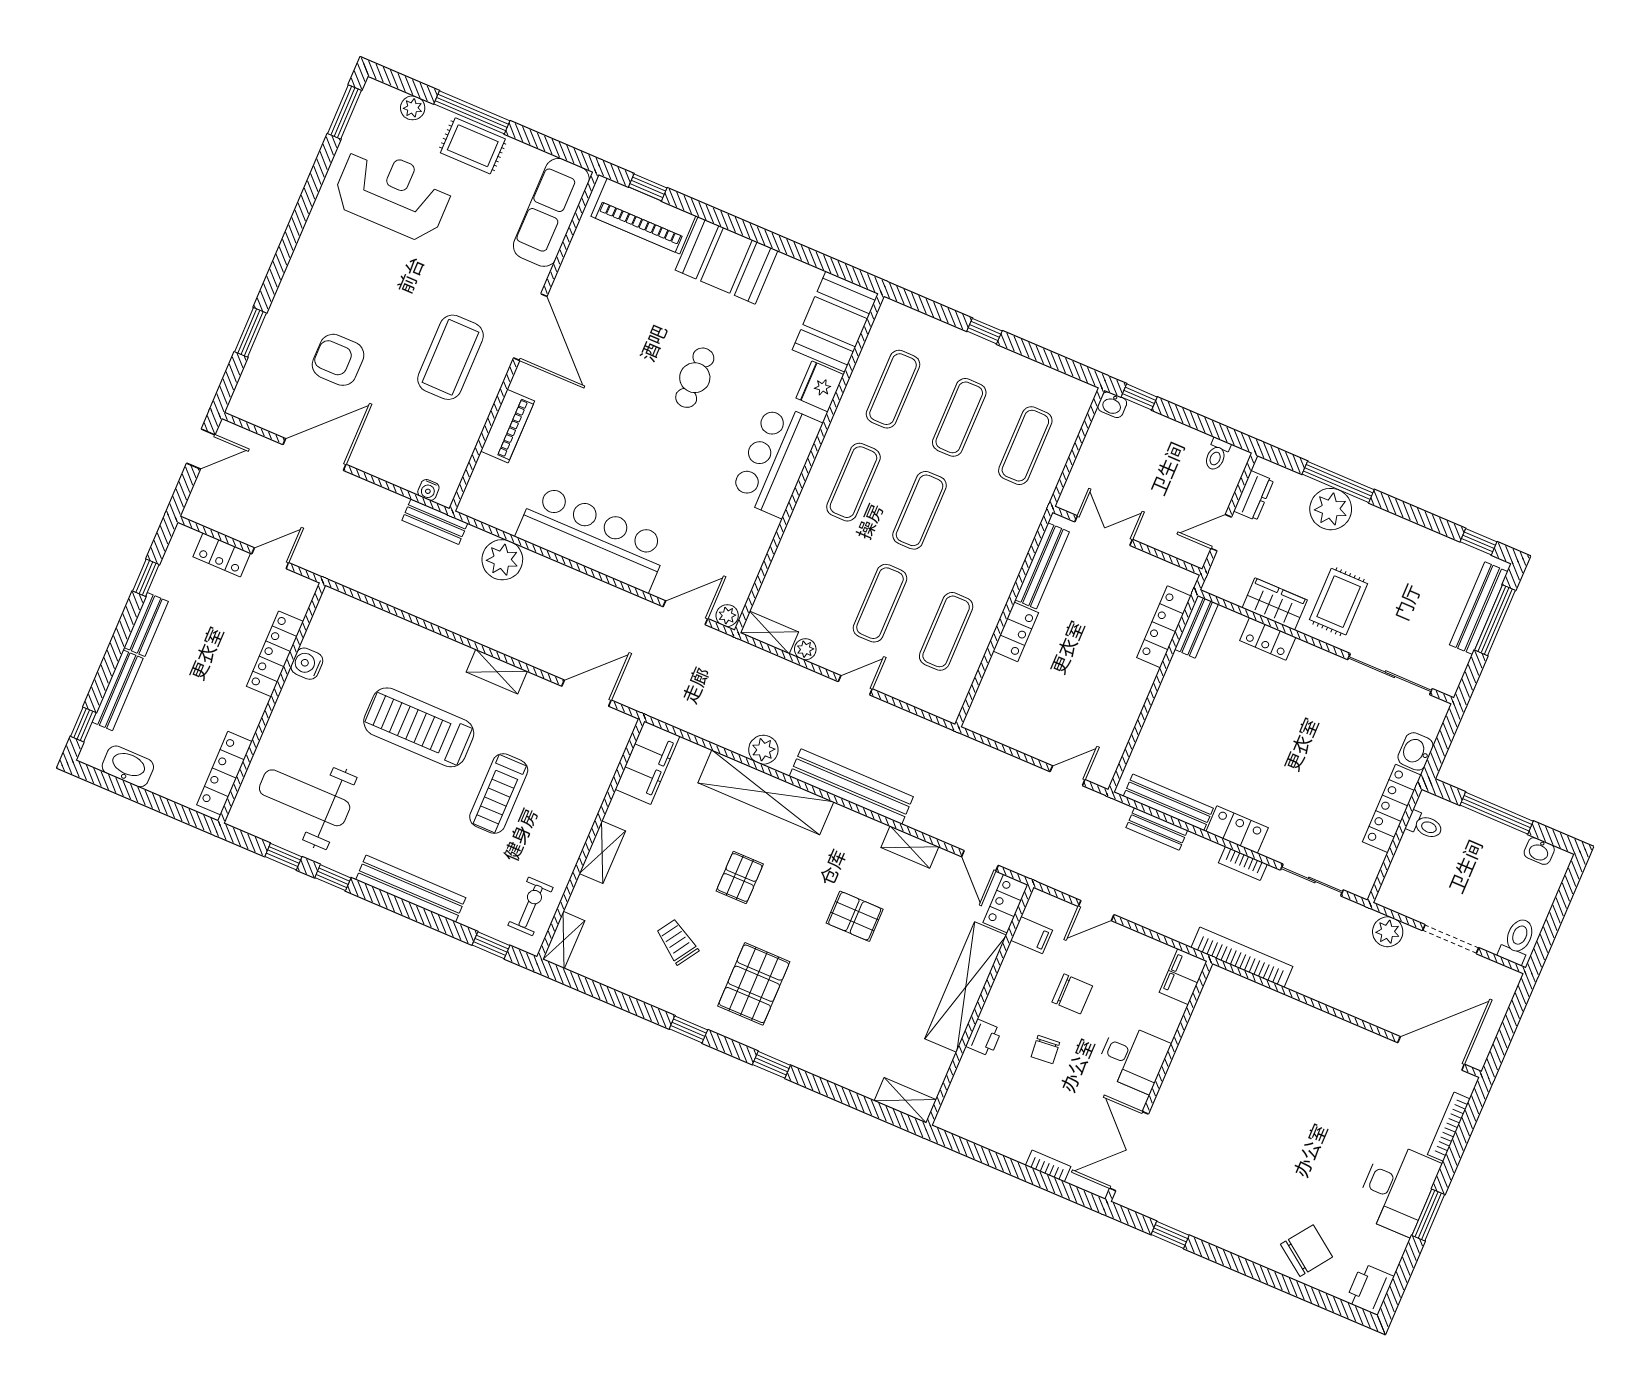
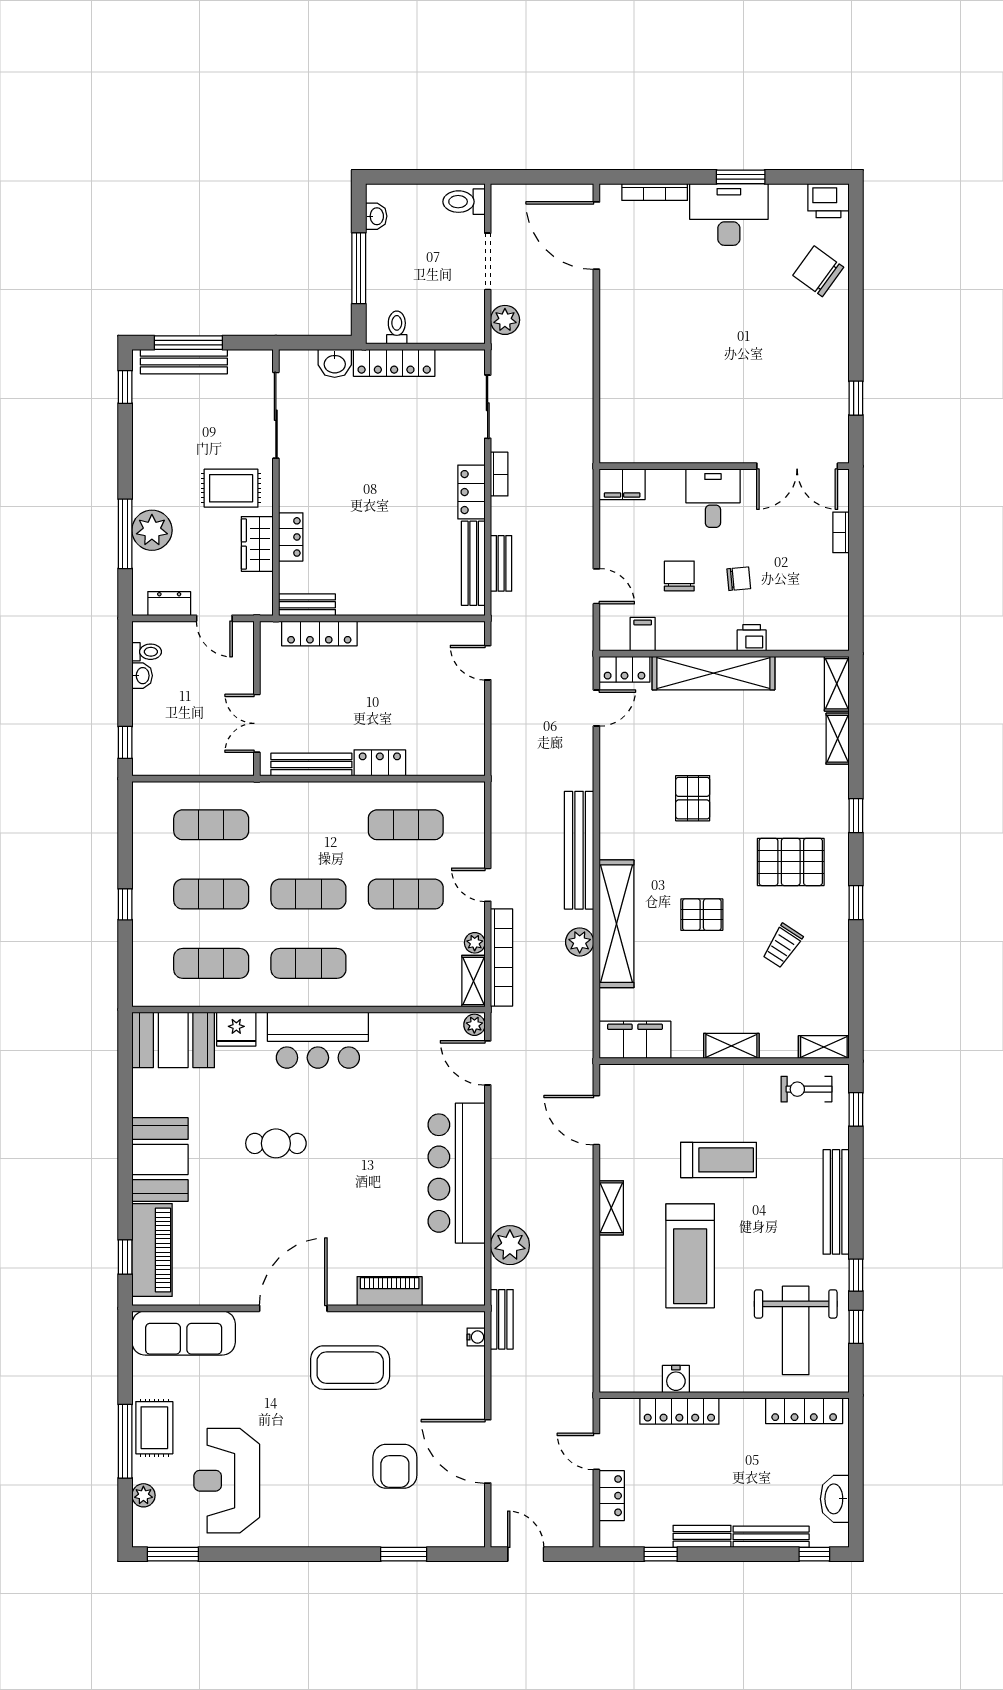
washbasin: (1112, 405) -> (142, 676), moved
shelving: (910, 847) -> (838, 739), moved
bookcase: (1242, 957) -> (502, 958), moved, turned 180

